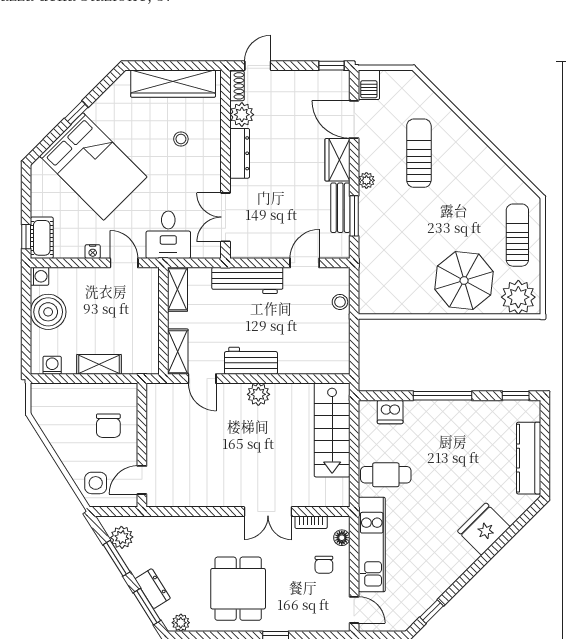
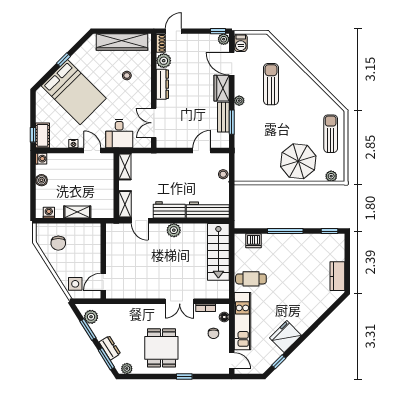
plant: (341, 79) -> (224, 39), added
workbench: (247, 280) -> (208, 210), moved, turned 180
plant: (518, 297) -> (331, 176), width x0.53, depth x0.53
boiler: (48, 312) -> (41, 180), width x0.54, depth x0.54
chair: (108, 426) -> (58, 243), moved
kitchen counter: (529, 458) -> (337, 276), width x0.67
fridge: (484, 529) -> (285, 337), moved

